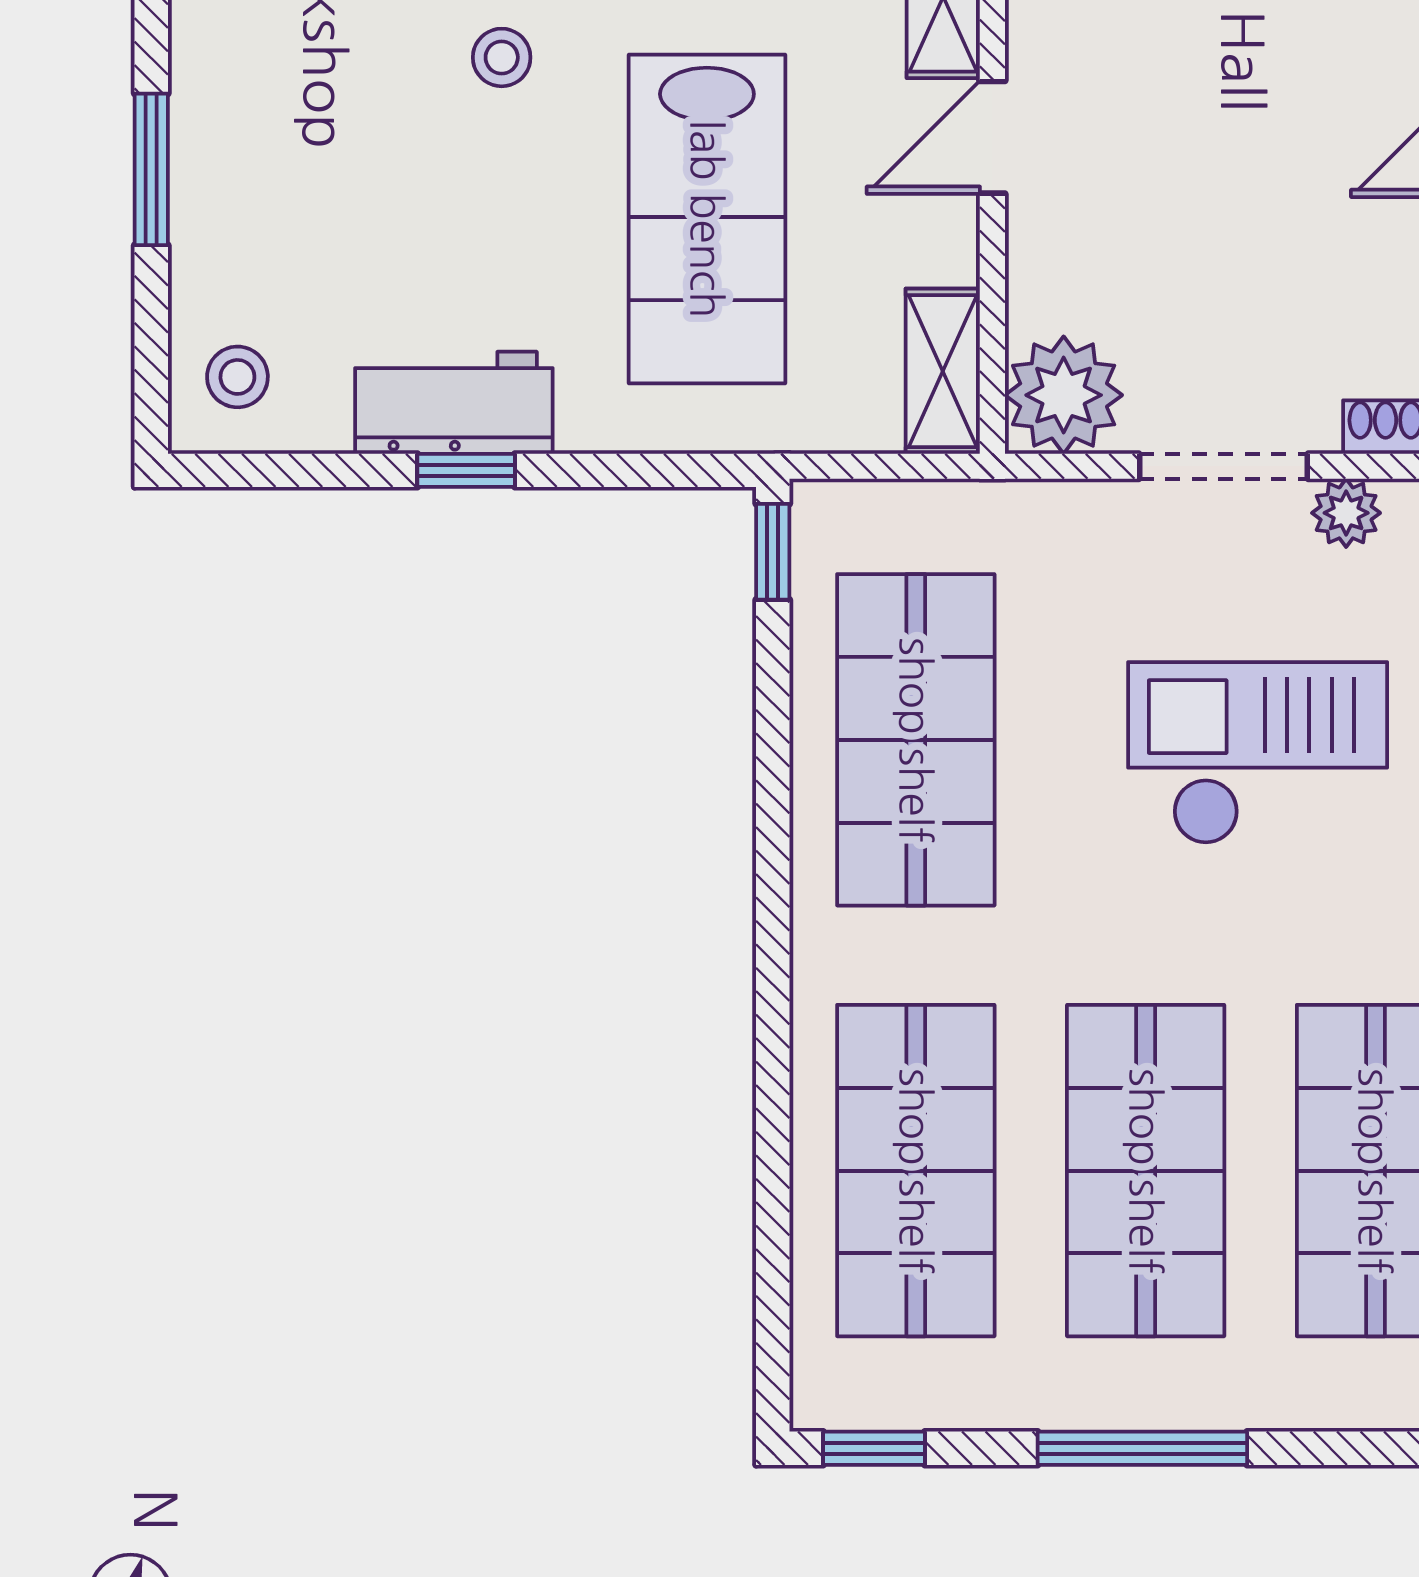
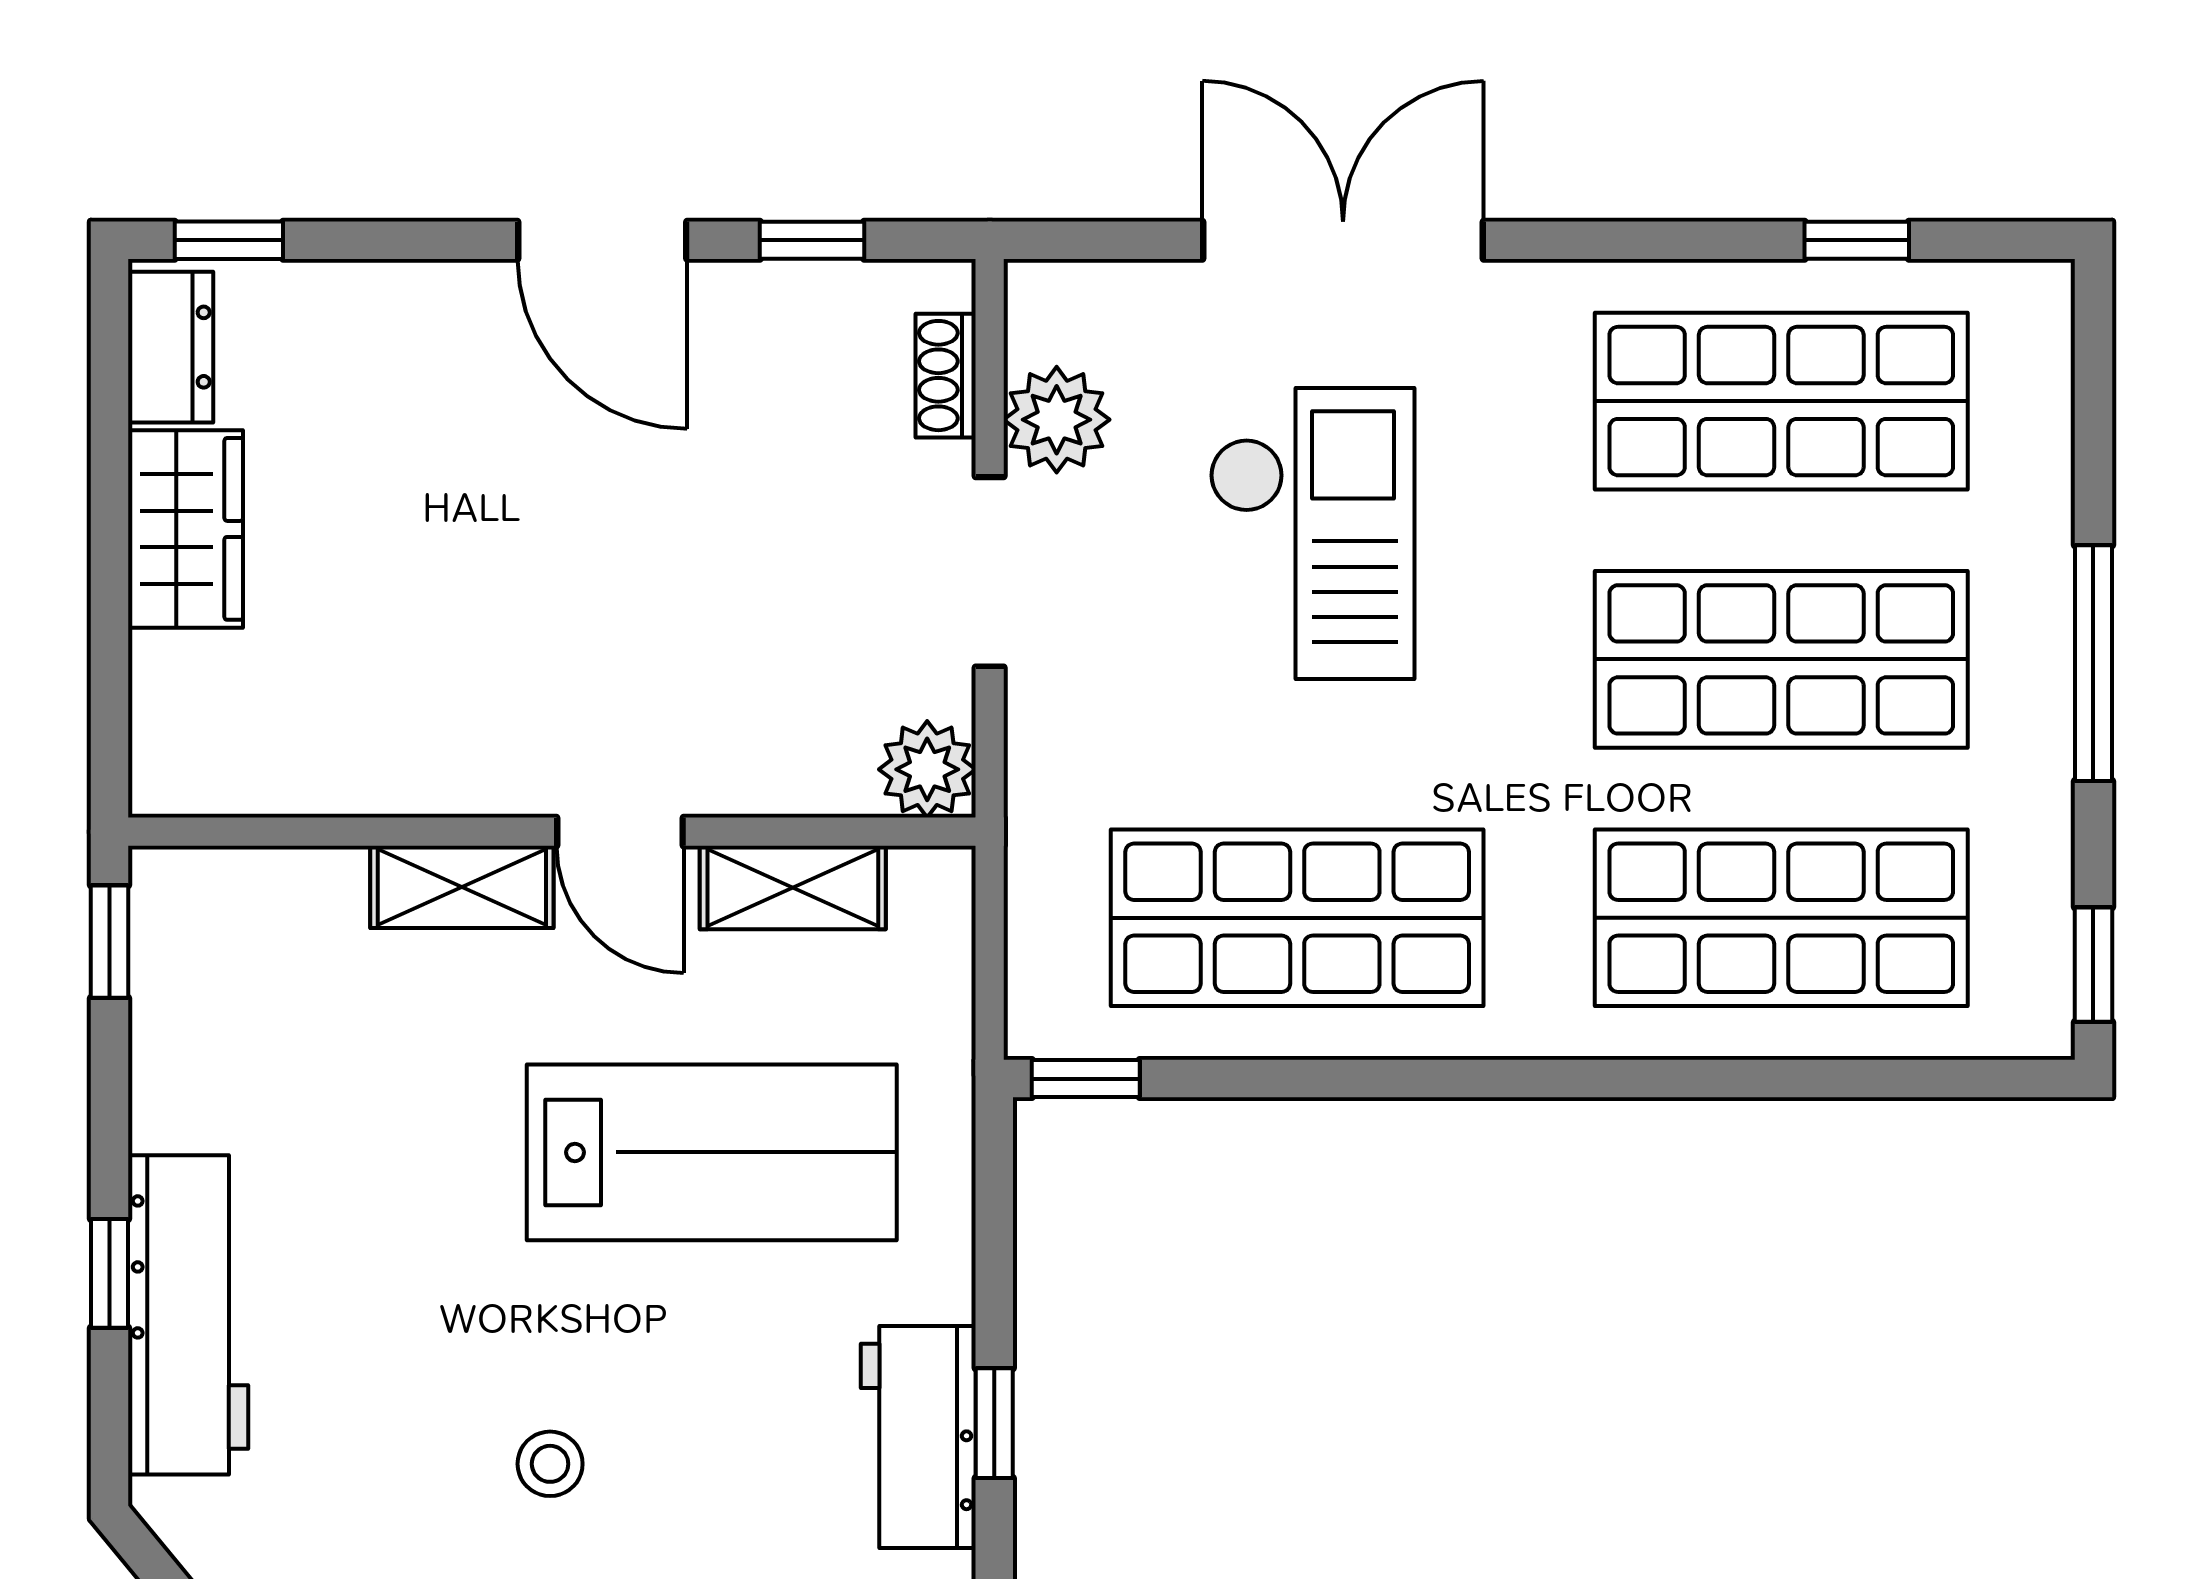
stool: (502, 57) -> (550, 1464), moved
shelving: (943, 371) -> (793, 887), moved
plant: (1064, 395) -> (927, 769), width x0.73, depth x0.73
plant: (1346, 513) -> (1057, 420), width x1.38, depth x1.38
checkout: (1258, 753) -> (1312, 534), turned 180

